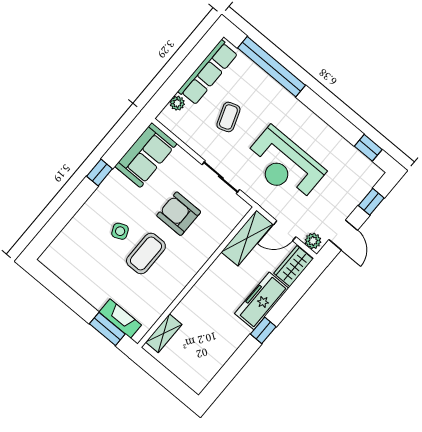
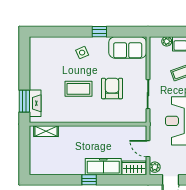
side table: (120, 231) -> (82, 53), moved
shelving: (247, 238) -> (129, 133), removed

